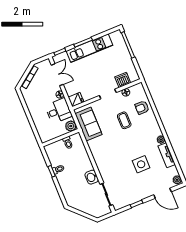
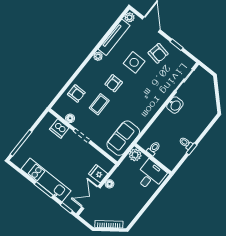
fridge: (76, 100) -> (98, 174), moved
desk: (59, 111) -> (151, 175), moved, turned 90
armchair: (134, 140) -> (114, 83), added
tv unit: (167, 155) -> (114, 37), width x1.41
armchair: (138, 186) -> (158, 53), added

